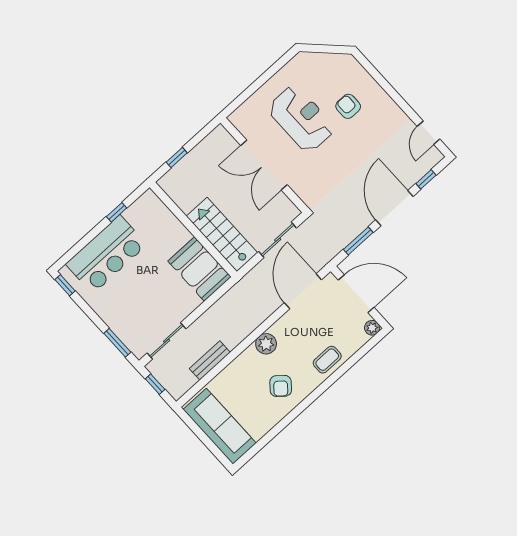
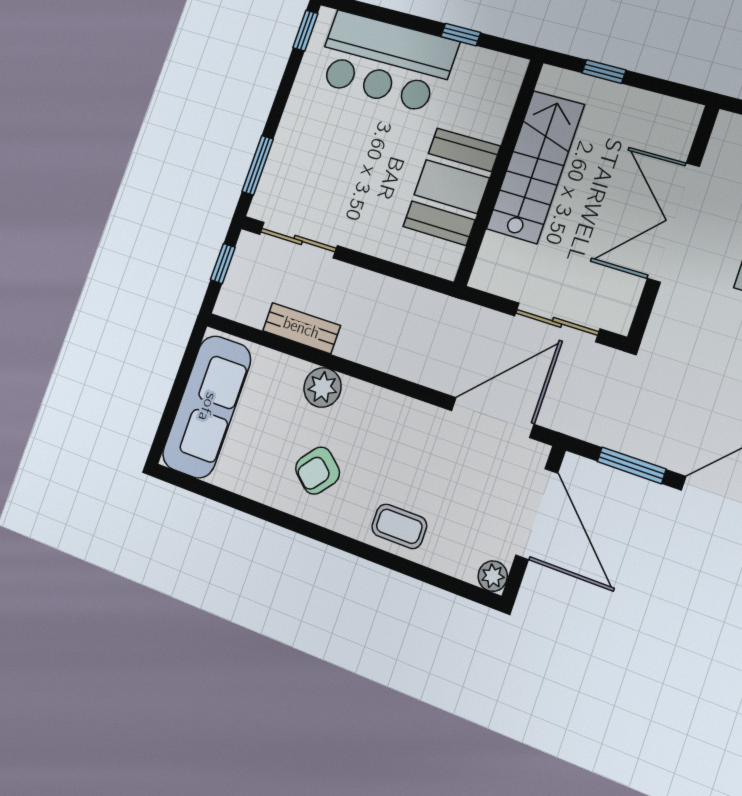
stairs: (222, 235) -> (535, 167), moved
booth: (200, 269) -> (452, 186), moved
plant: (266, 344) -> (322, 387), moved

